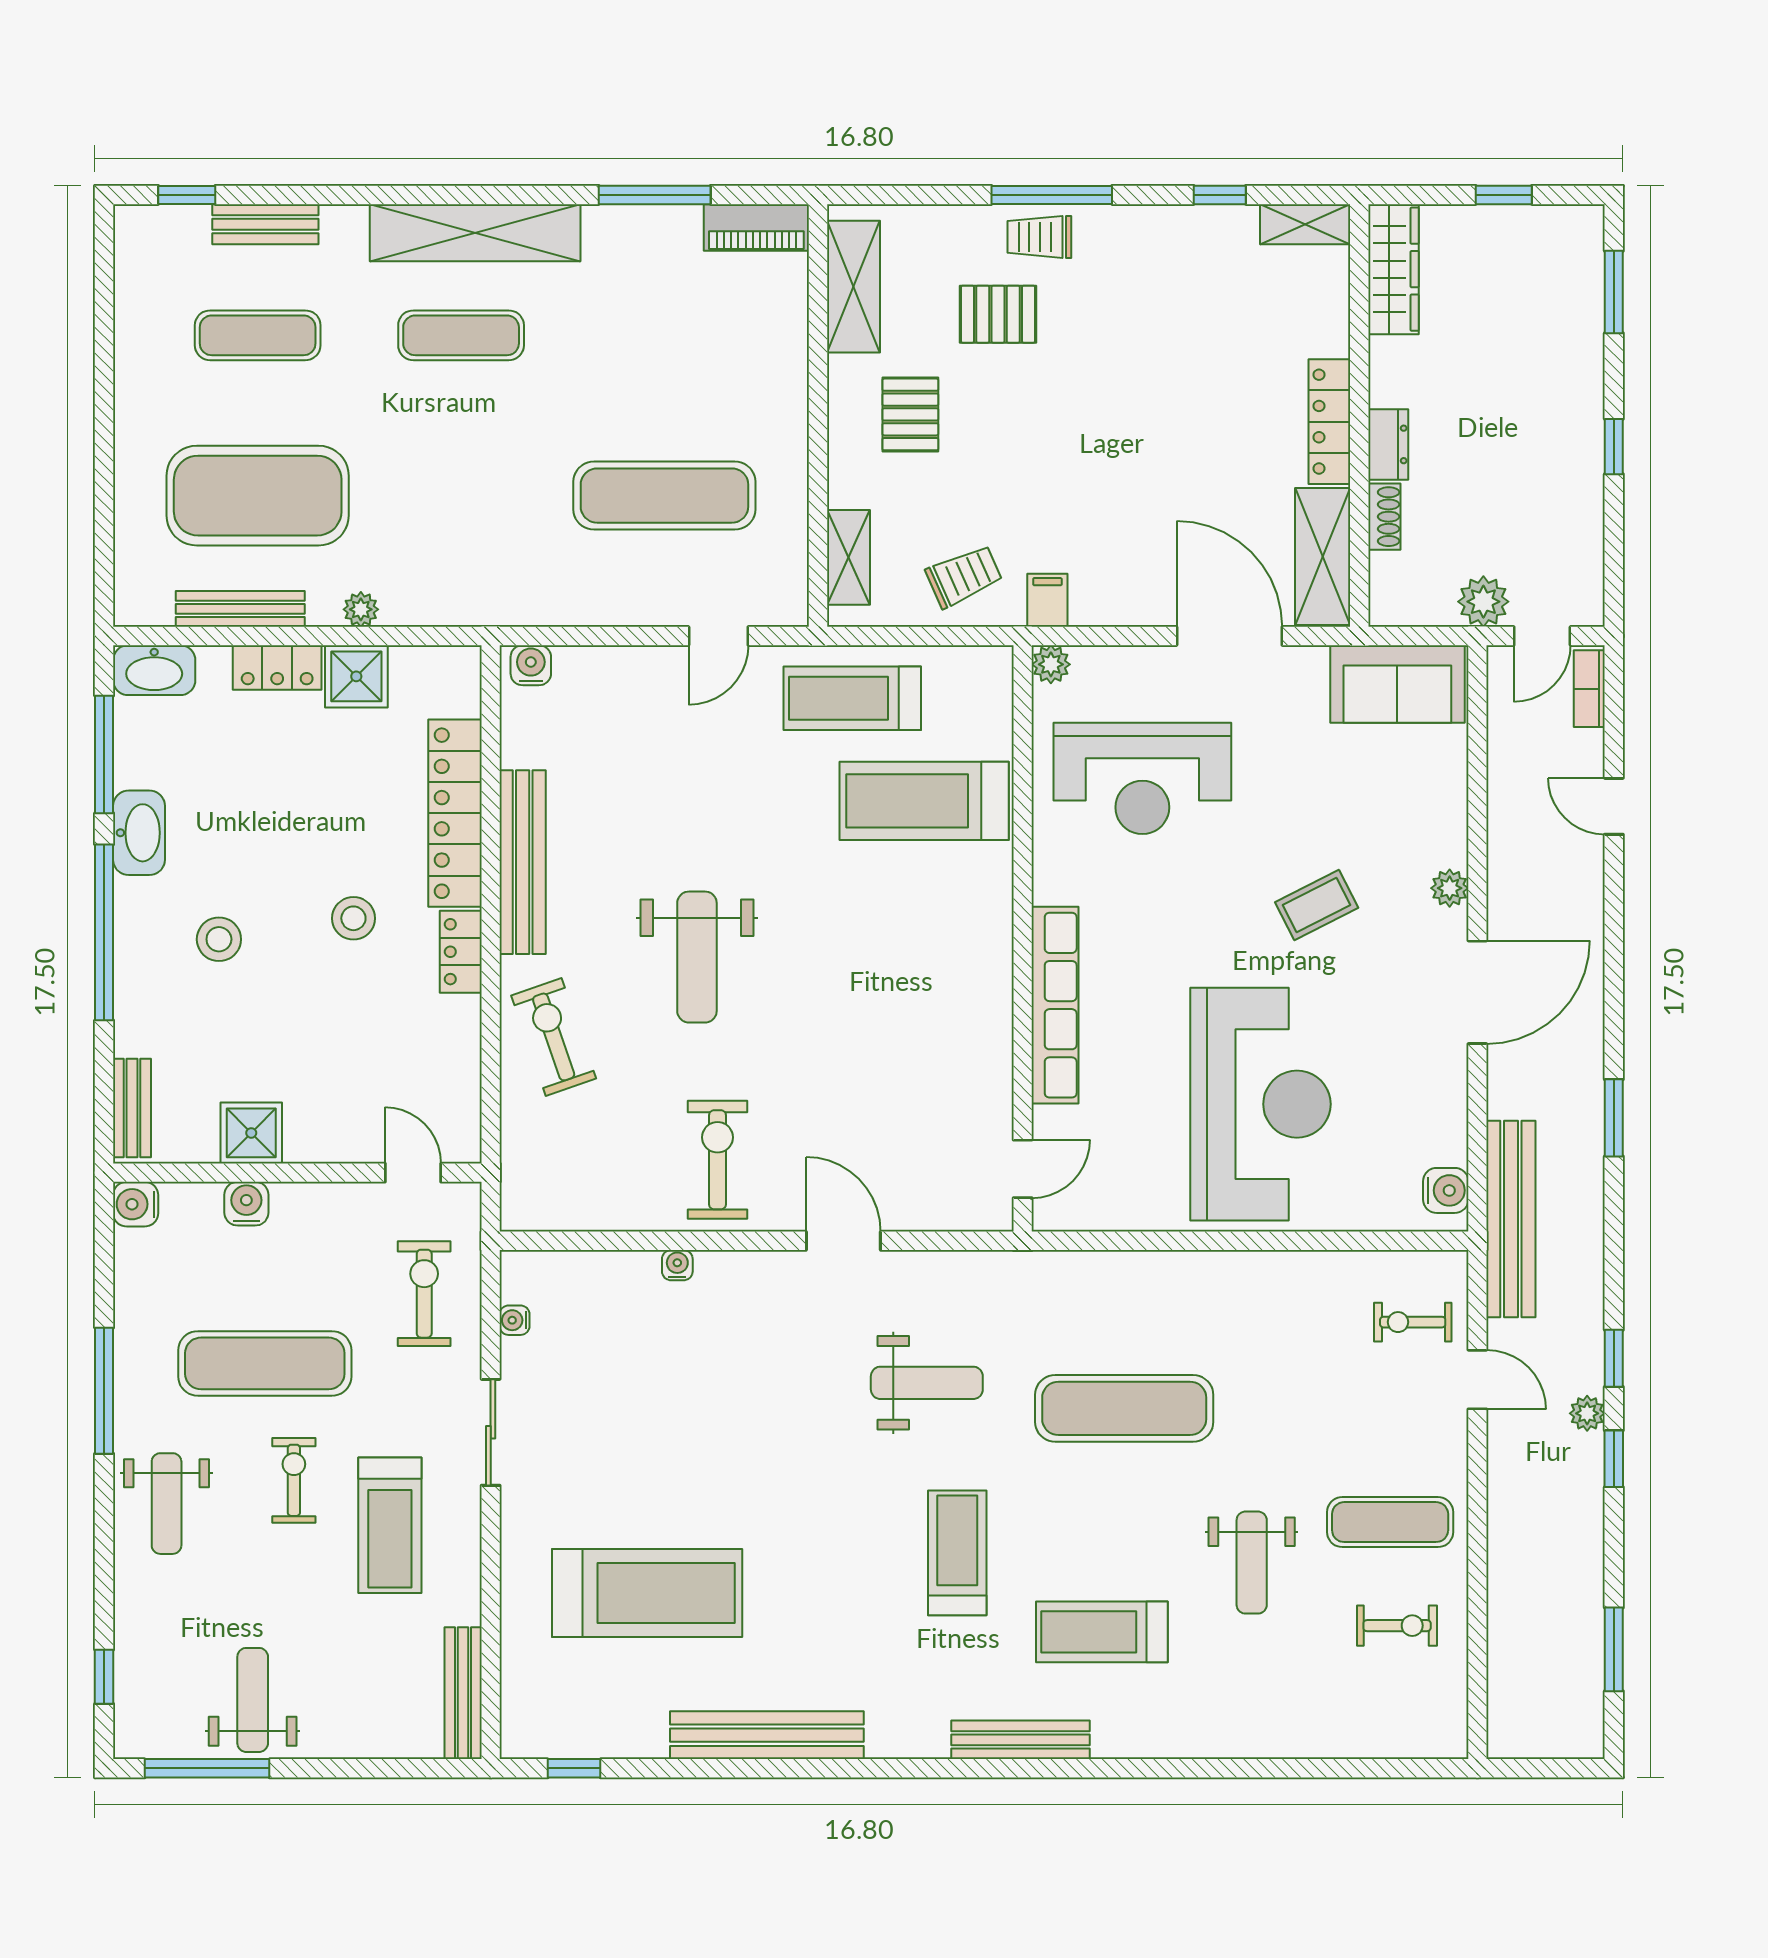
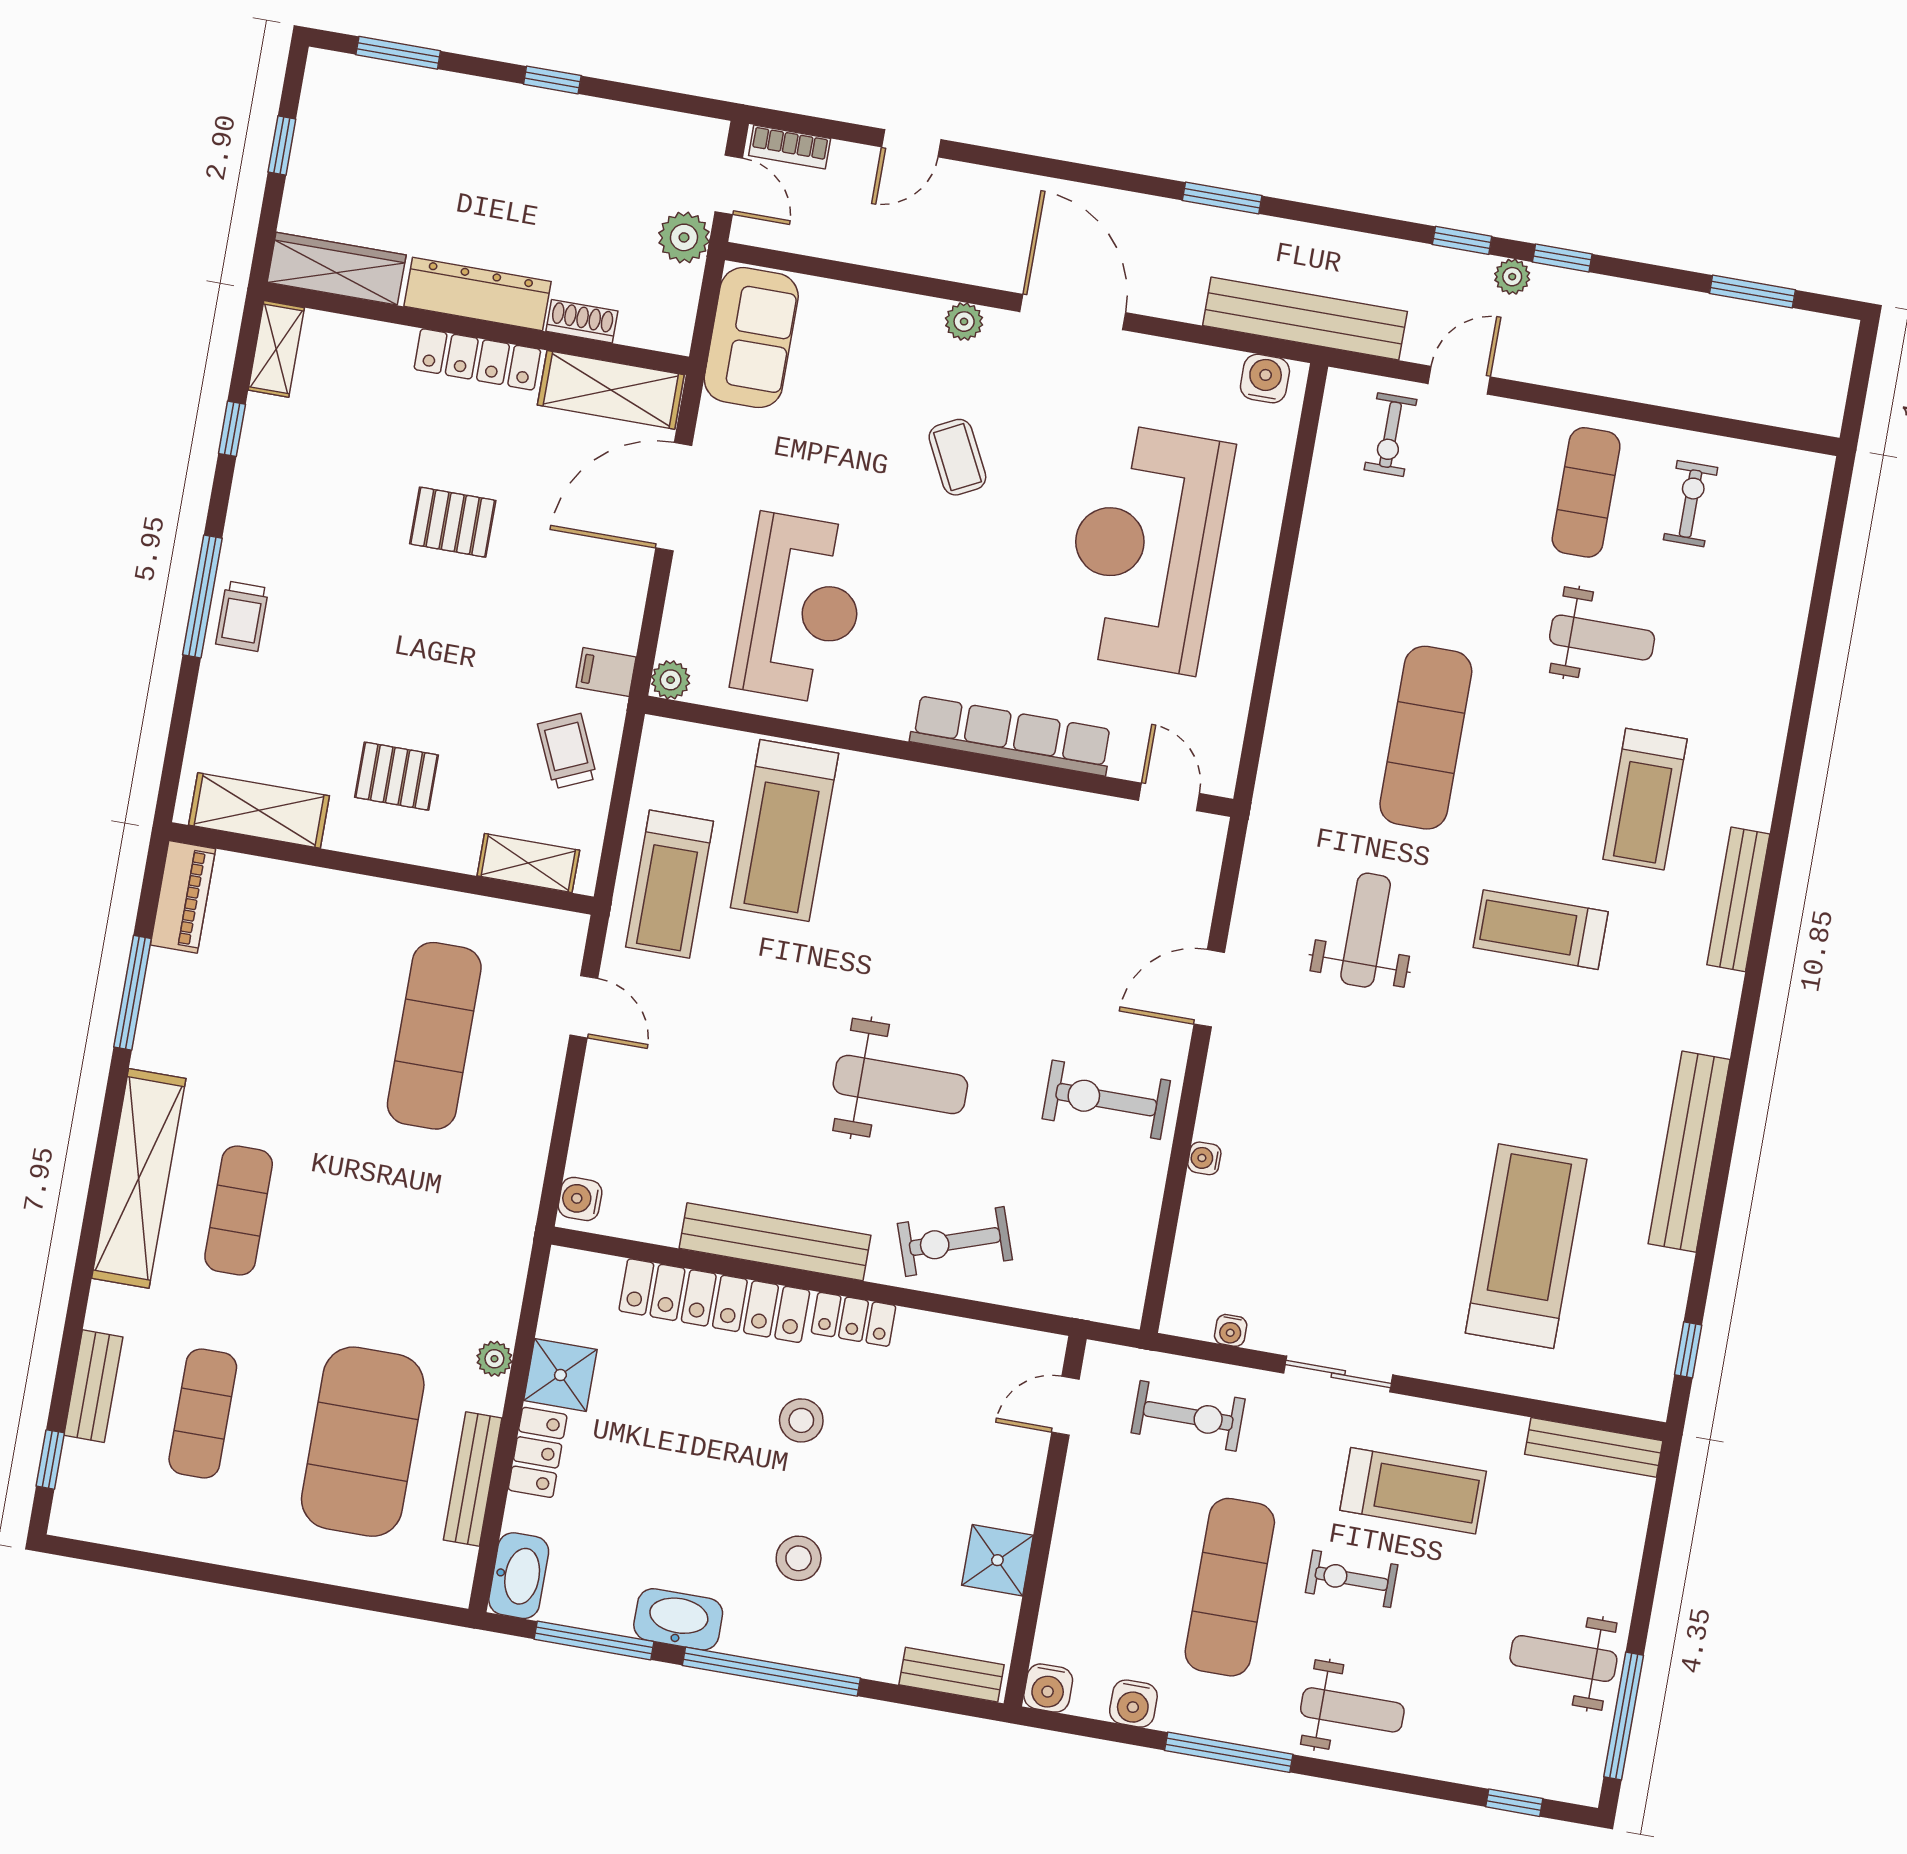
pallet: (998, 314) -> (453, 522), moved, turned 90
dresser: (1388, 444) -> (477, 294), width x1.96, depth x1.24
reception desk: (1261, 1104) -> (1146, 548), turned -90
water cooler: (246, 1204) -> (1133, 1704), moved, turned -90
exercise bike: (424, 1294) -> (1188, 1416), turned 180

